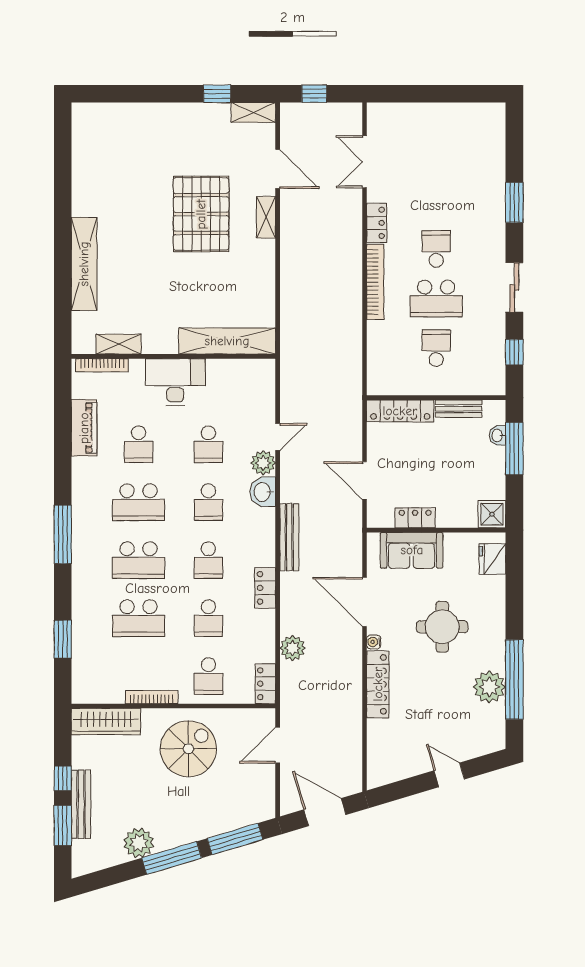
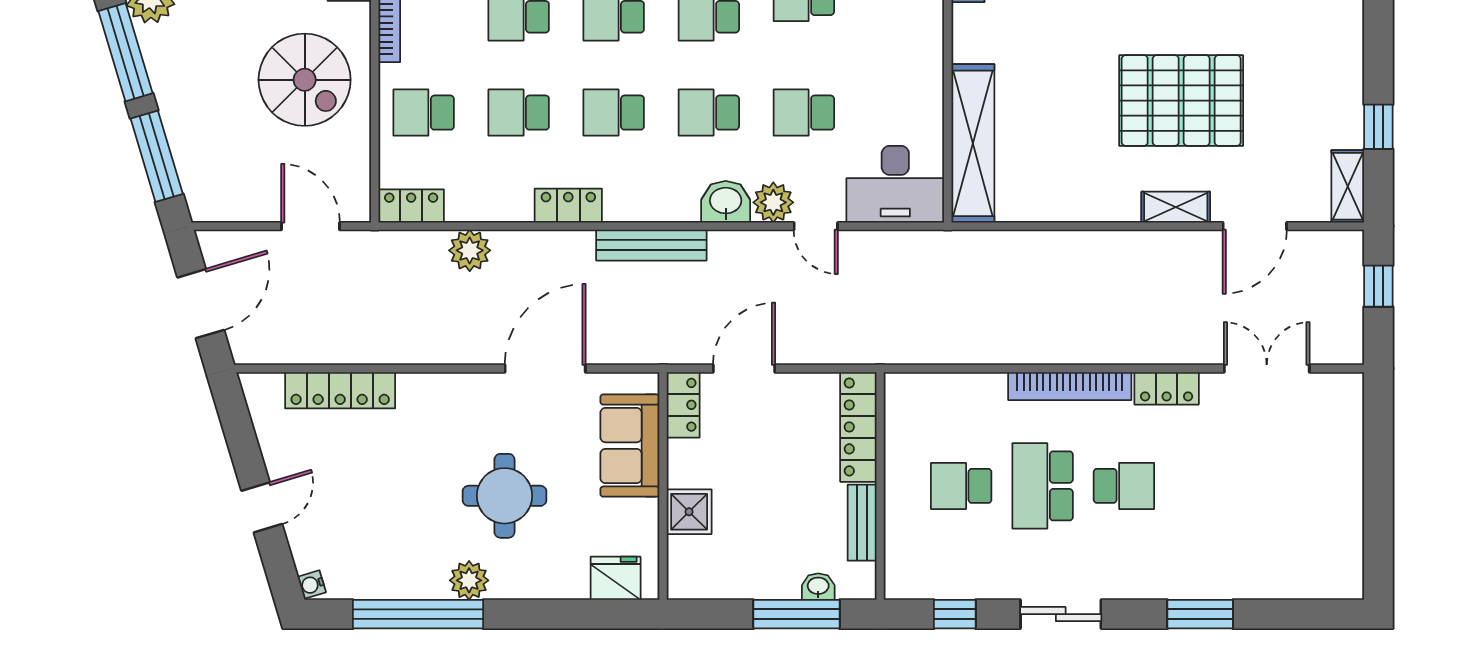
school desk: (436, 348) -> (961, 486), turned 180
desk: (175, 382) -> (895, 184), moved, turned 90
shower: (492, 514) -> (689, 512), moved
locker: (415, 518) -> (683, 405), moved
water cooler: (374, 642) -> (312, 585), moved, turned -107
locker: (378, 684) -> (340, 390), moved
plant: (489, 687) -> (469, 580), moved, width x0.73, depth x0.73

